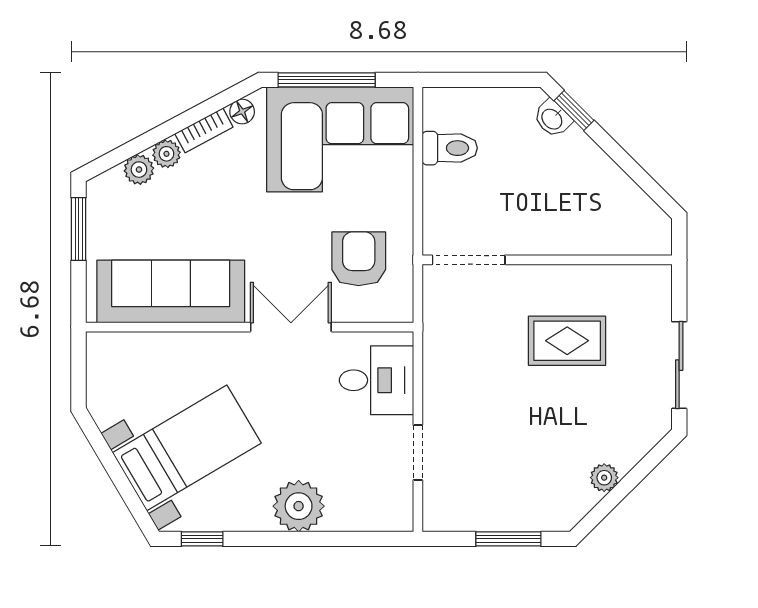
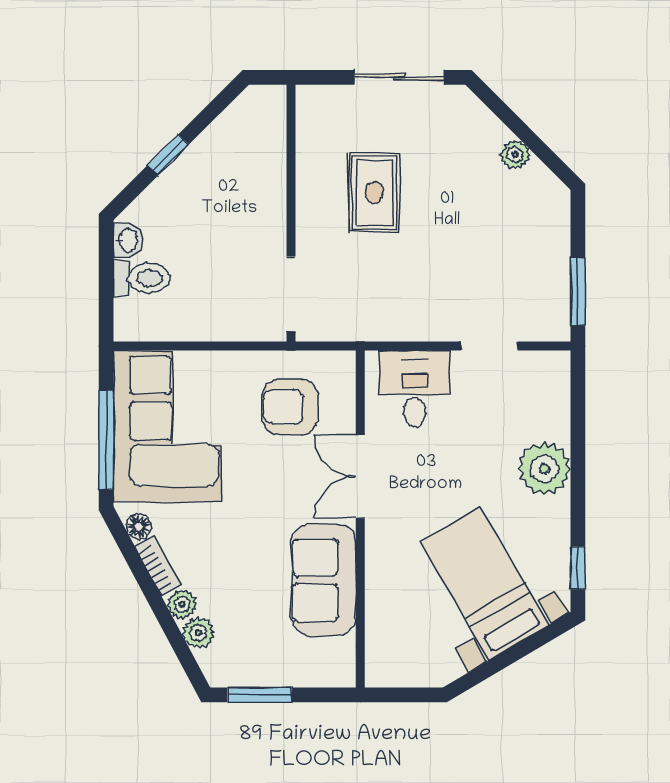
window: (574, 110) -> (168, 155), moved
washbasin: (552, 119) -> (128, 240), moved, turned -45
toilet: (450, 148) -> (142, 278), moved, turned 90
sofa: (171, 291) -> (324, 580), width x0.73
window: (508, 539) -> (578, 292), moved

